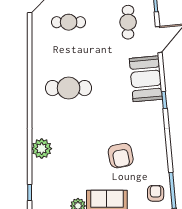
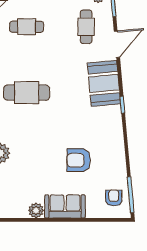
armchair: (121, 156) -> (79, 160), turned 101

